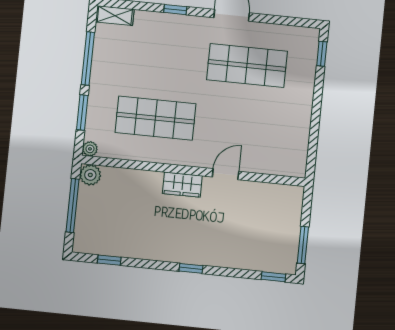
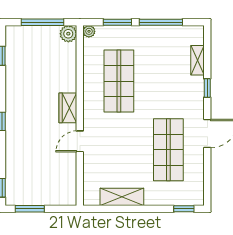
shelving: (115, 16) -> (198, 60), moved
shelving: (300, 129) -> (122, 197), added
door: (226, 174) -> (80, 141), swing flipped

